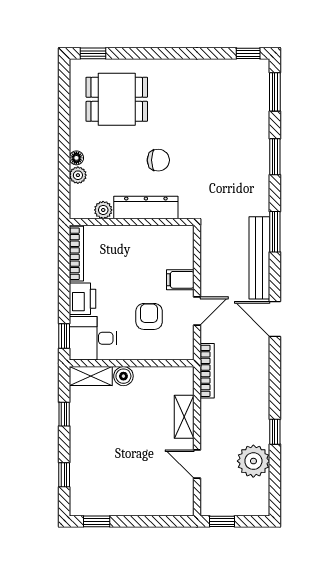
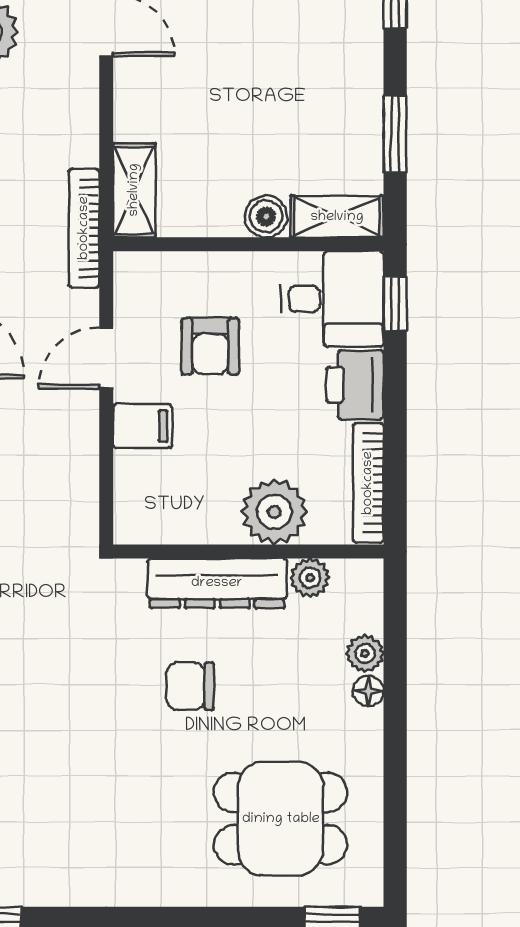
plant: (120, 240) -> (274, 512), added
window: (64, 414) -> (395, 134), width x1.50
shelving: (184, 417) -> (134, 190), moved

